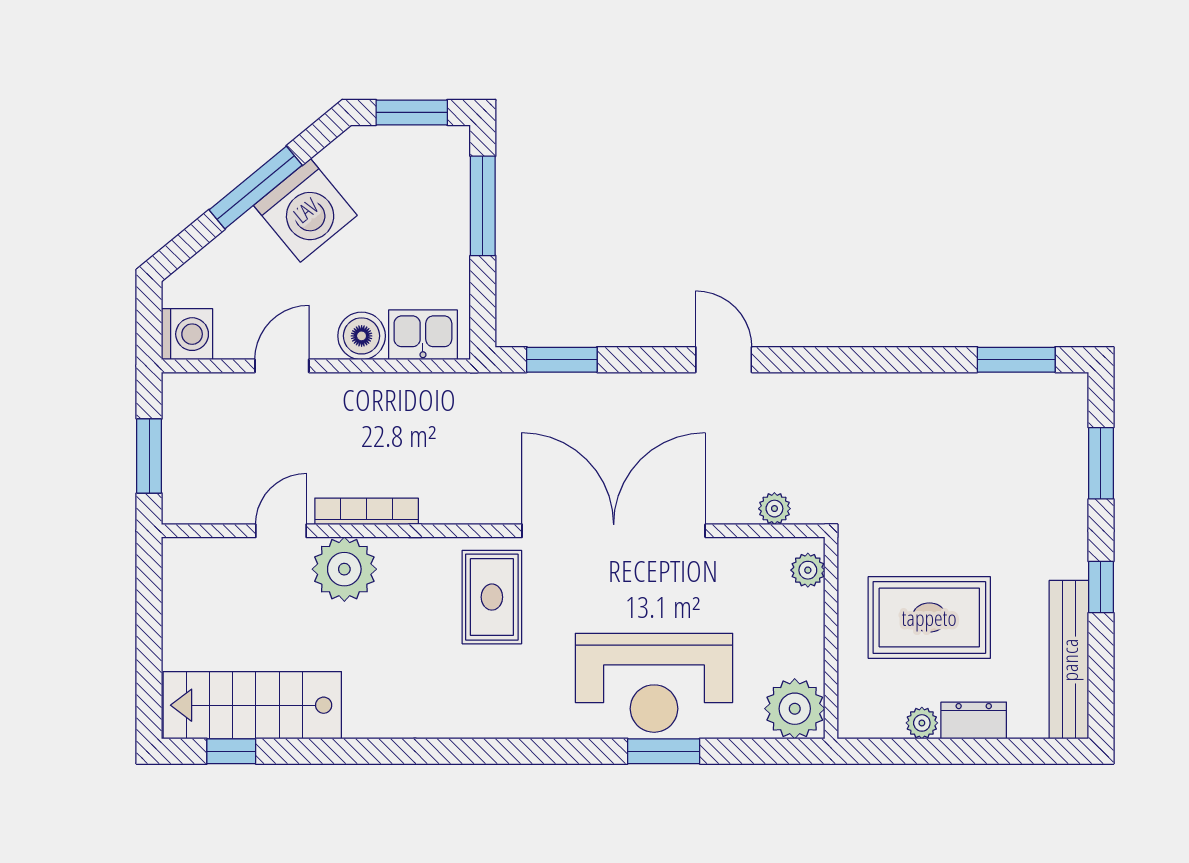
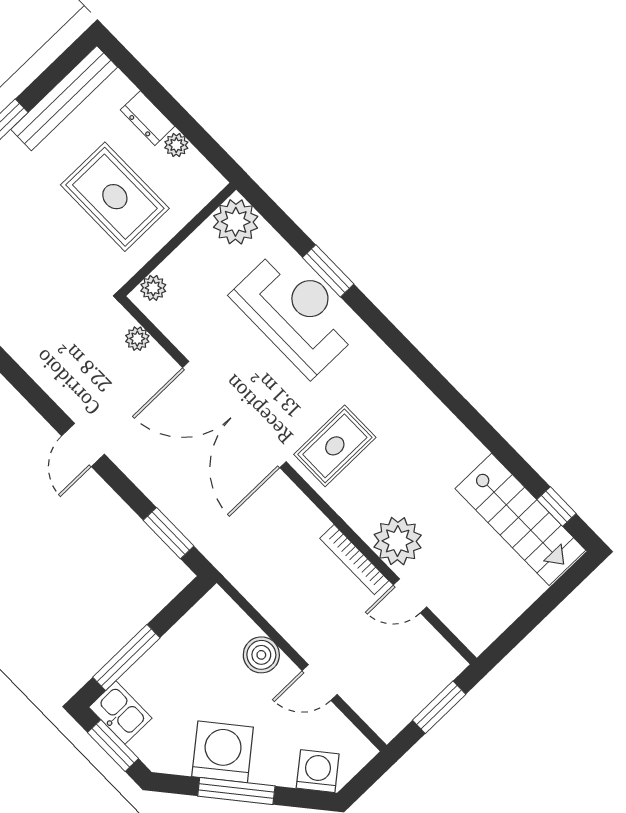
washing machine: (187, 334) -> (318, 771), moved, turned 50
kitchen sink: (423, 335) -> (120, 713), moved, turned 180

